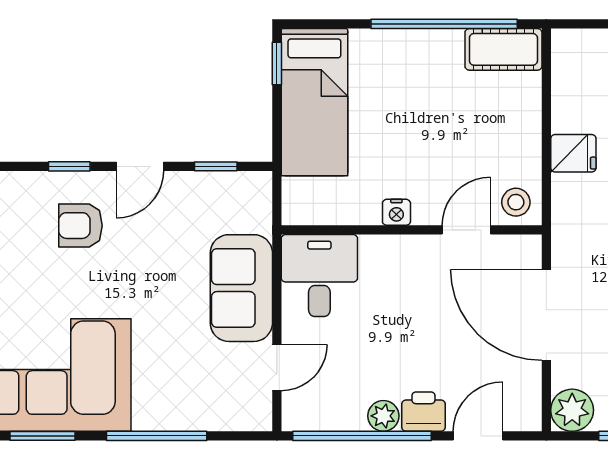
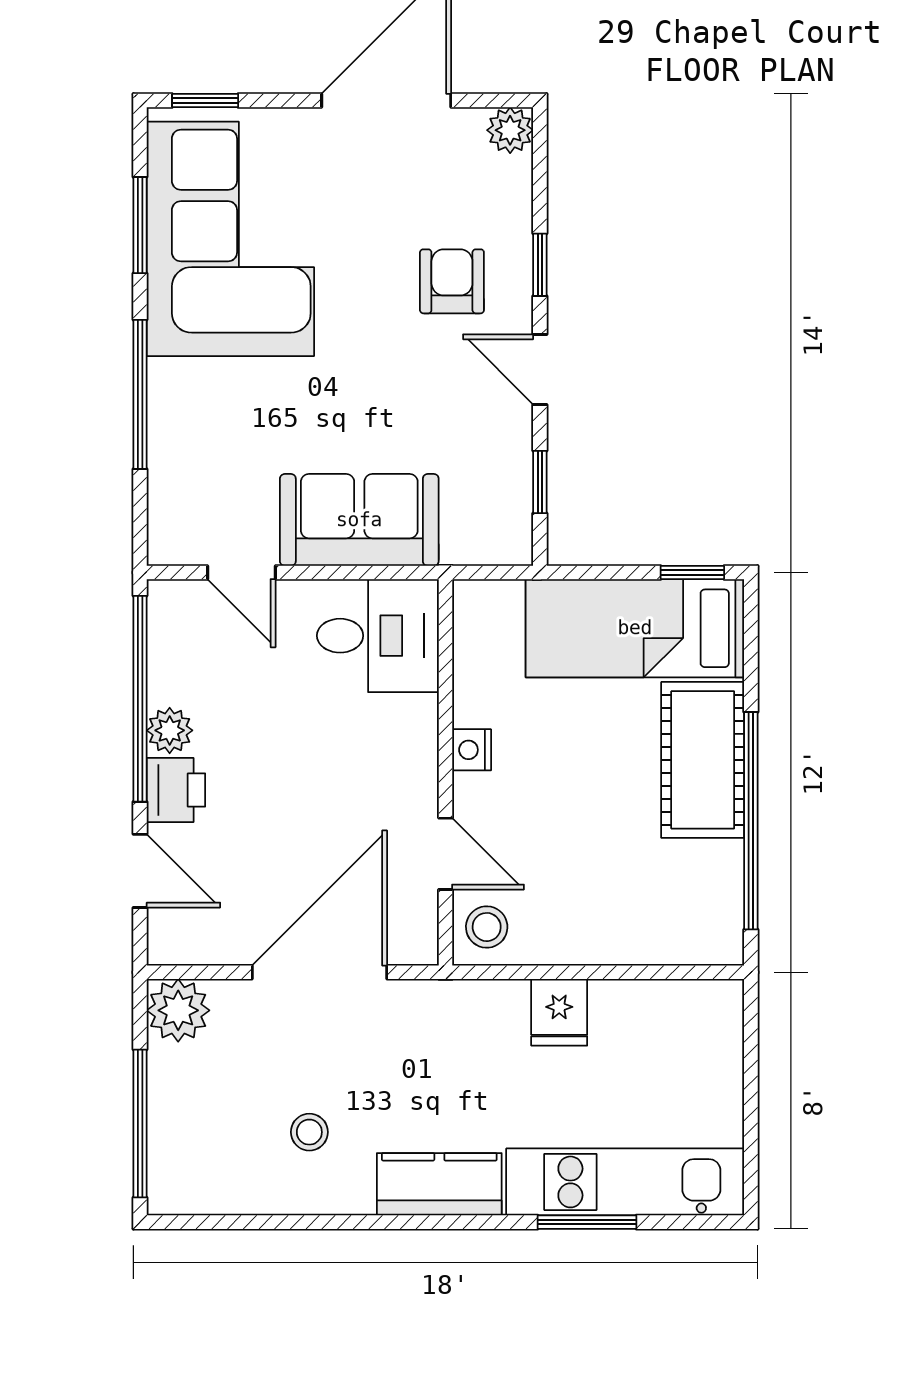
cot: (503, 49) -> (703, 760), moved, width x1.37, depth x1.34

